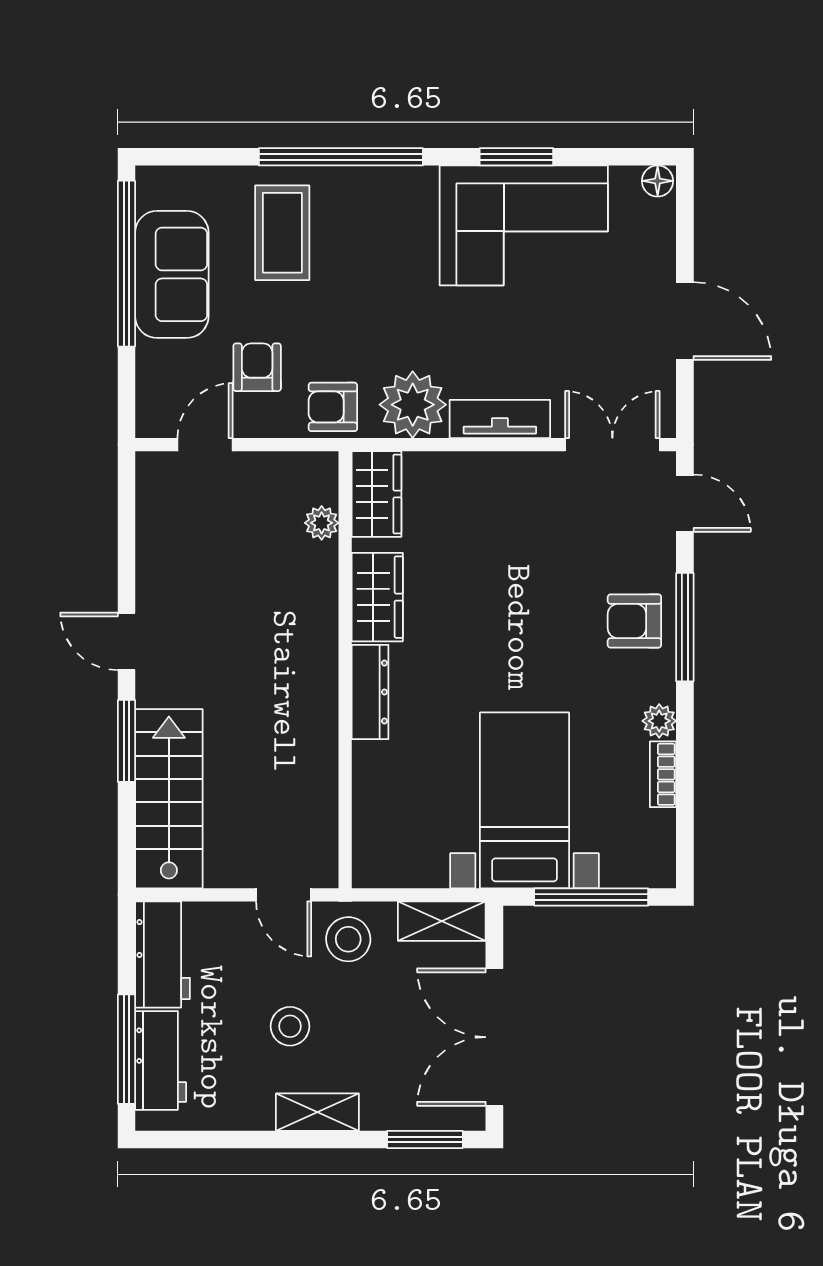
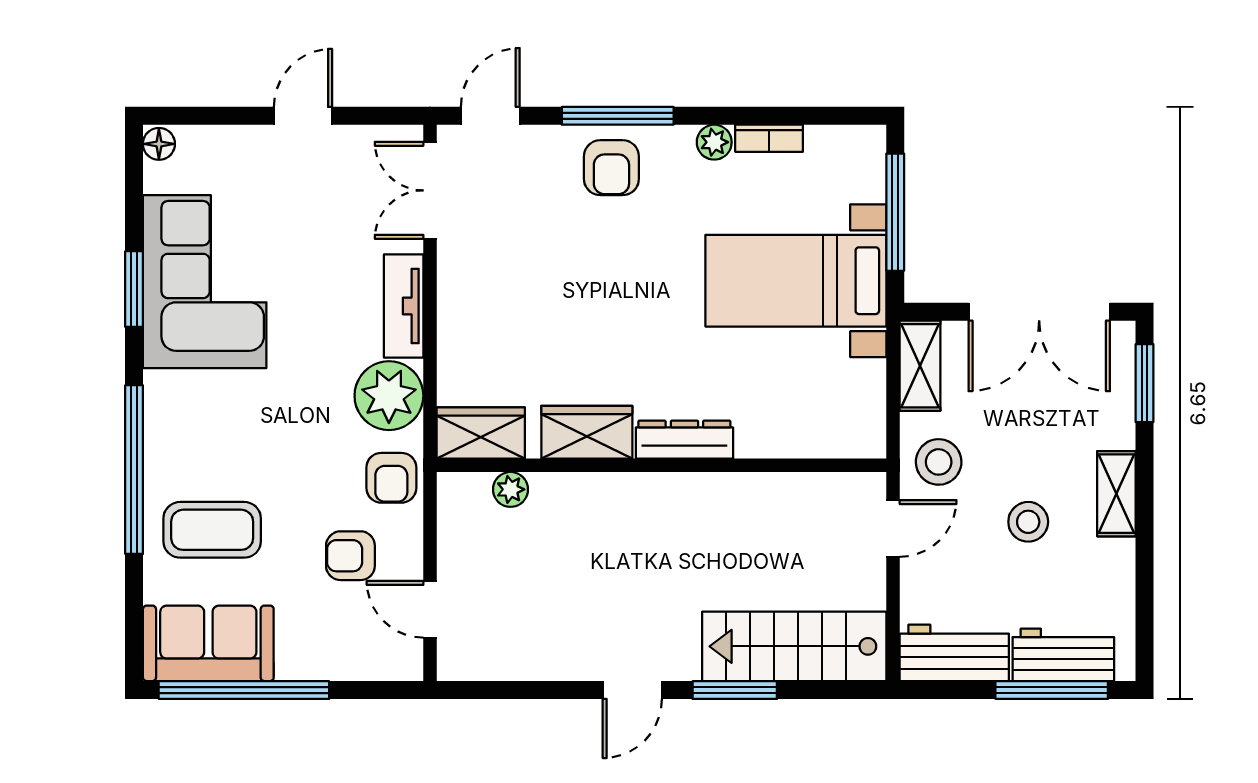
sofa: (172, 274) -> (208, 643), moved
door: (685, 321) -> (303, 116), width x0.73

